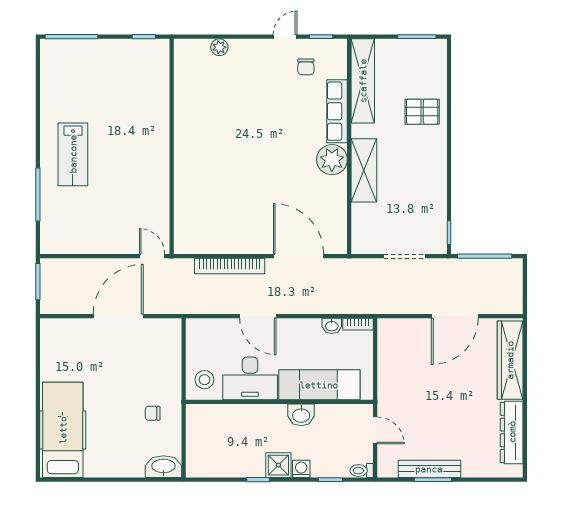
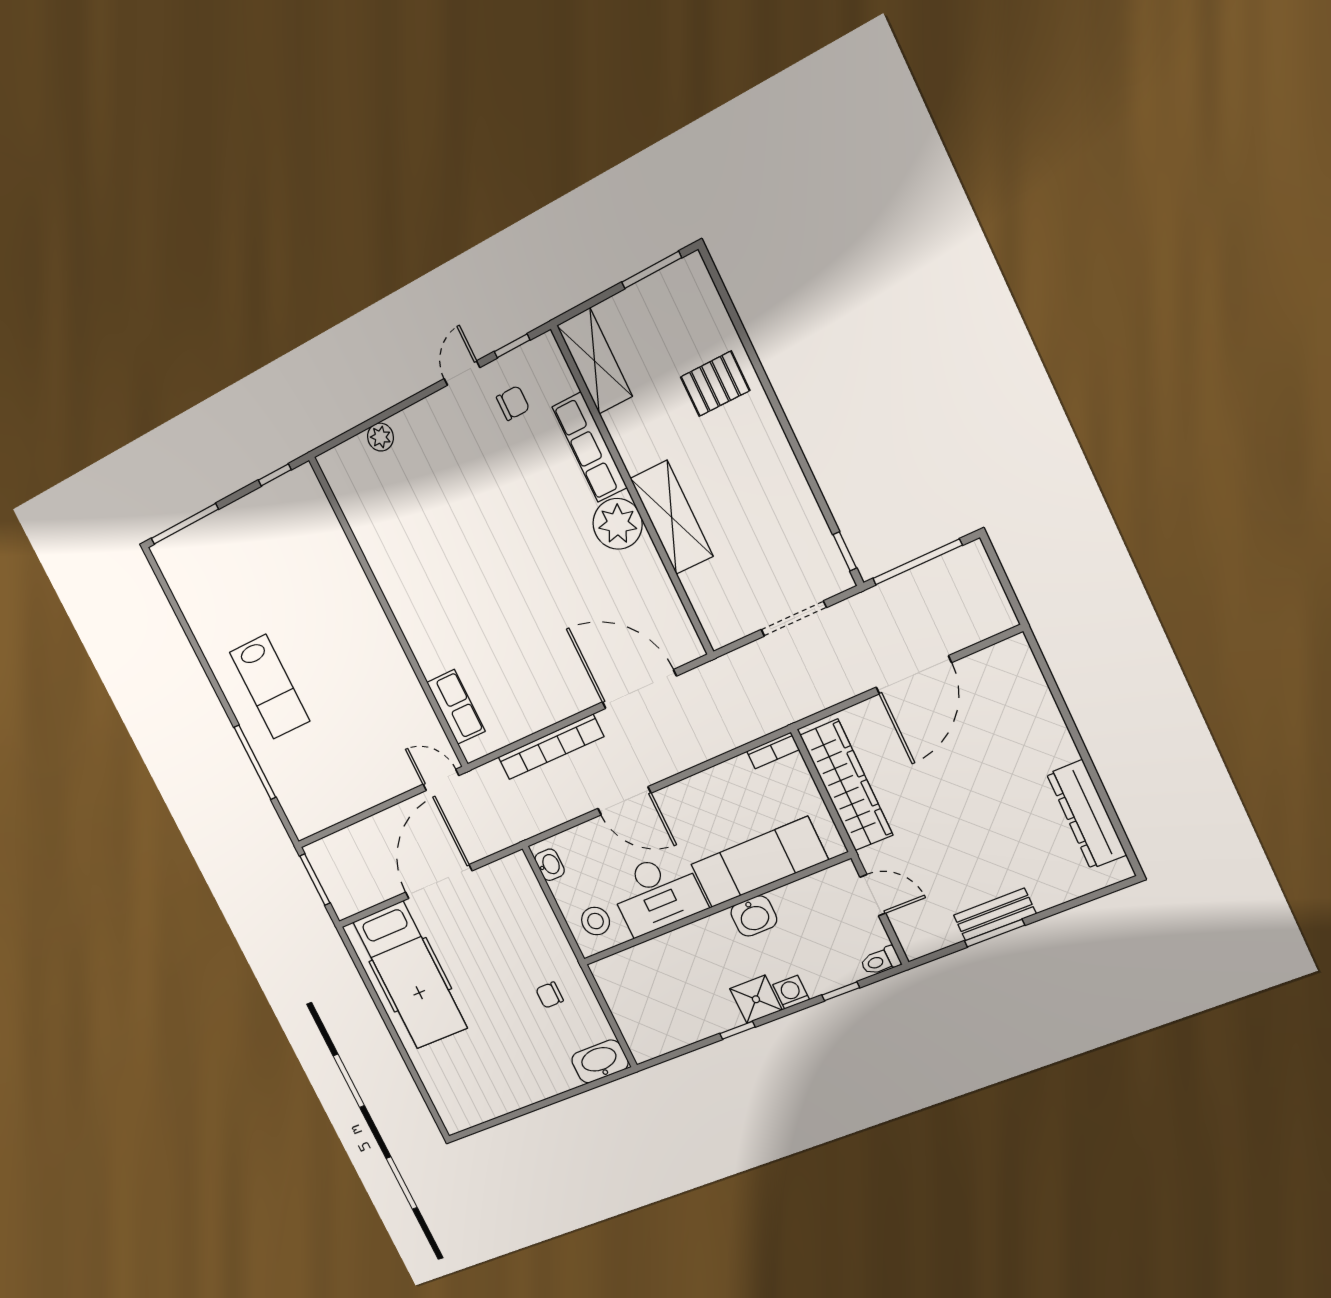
chair: (306, 67) -> (513, 403), turned -90
shelving: (363, 81) -> (595, 361), width x0.68
row of seats: (184, 218) -> (456, 707), added
washbasin: (332, 326) -> (550, 865), moved, turned -90
wardrobe: (510, 360) -> (846, 785), moved, turned 180
hospital bed: (63, 430) -> (410, 975), moved, turned 180
bench: (429, 469) -> (995, 914), width x0.73

